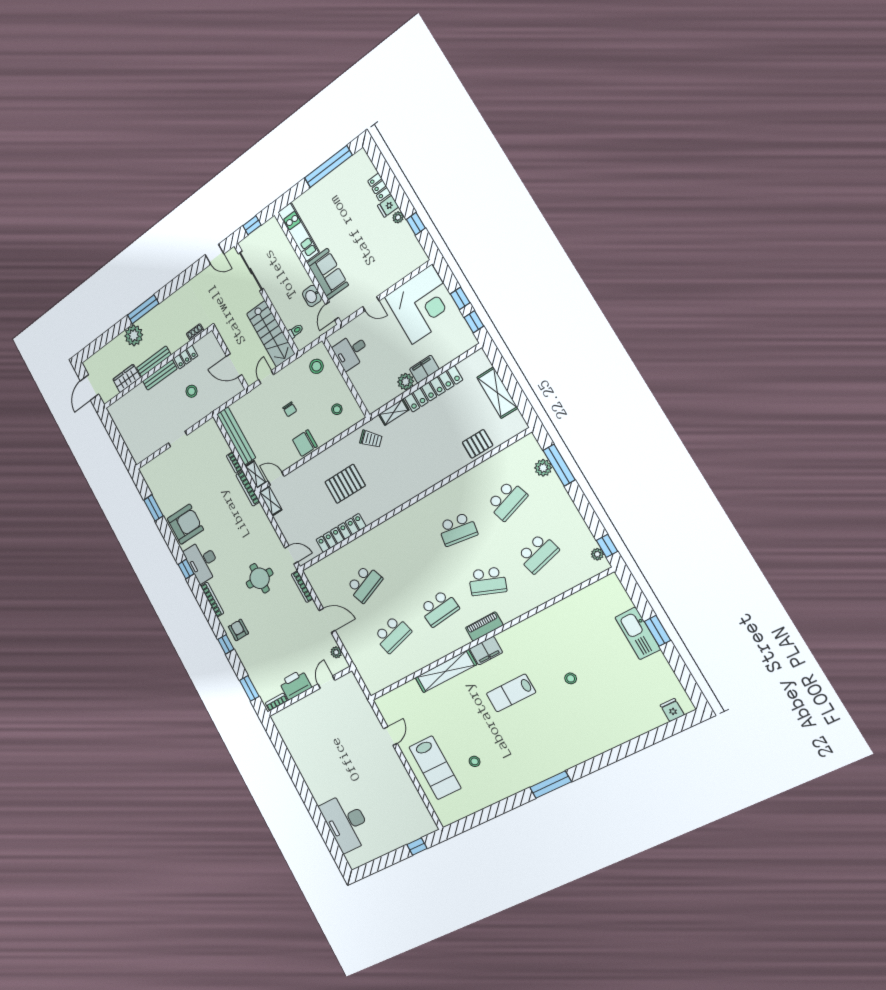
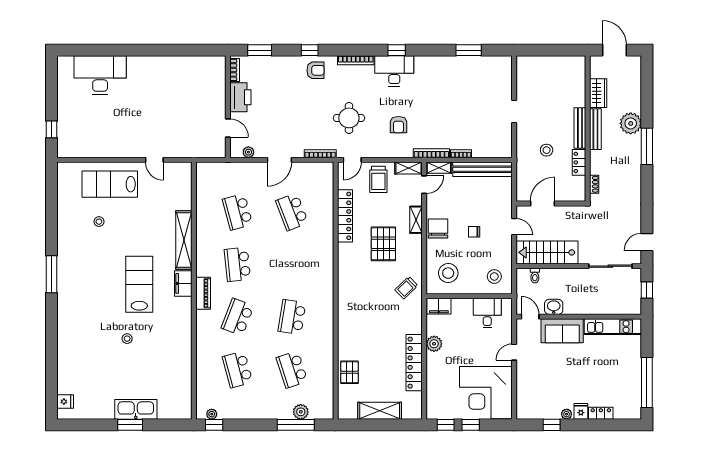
filing cabinet: (424, 369) -> (439, 306), moved, turned 90
stool: (337, 409) -> (448, 273), width x1.89, depth x1.89
shelving: (394, 412) -> (416, 220), moved
trolley: (294, 522) -> (378, 179), added
armchair: (185, 524) -> (399, 125), moved, width x0.53, depth x0.53
lab bench: (511, 693) -> (139, 284), width x1.36, depth x1.39

